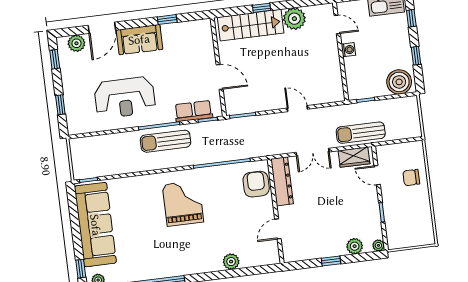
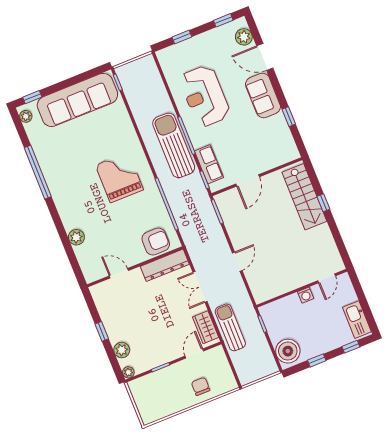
plant: (294, 19) -> (321, 236), removed
sun lounger: (166, 141) -> (174, 145), width x1.36, depth x1.34
grand piano: (183, 203) -> (119, 177), turned -90

